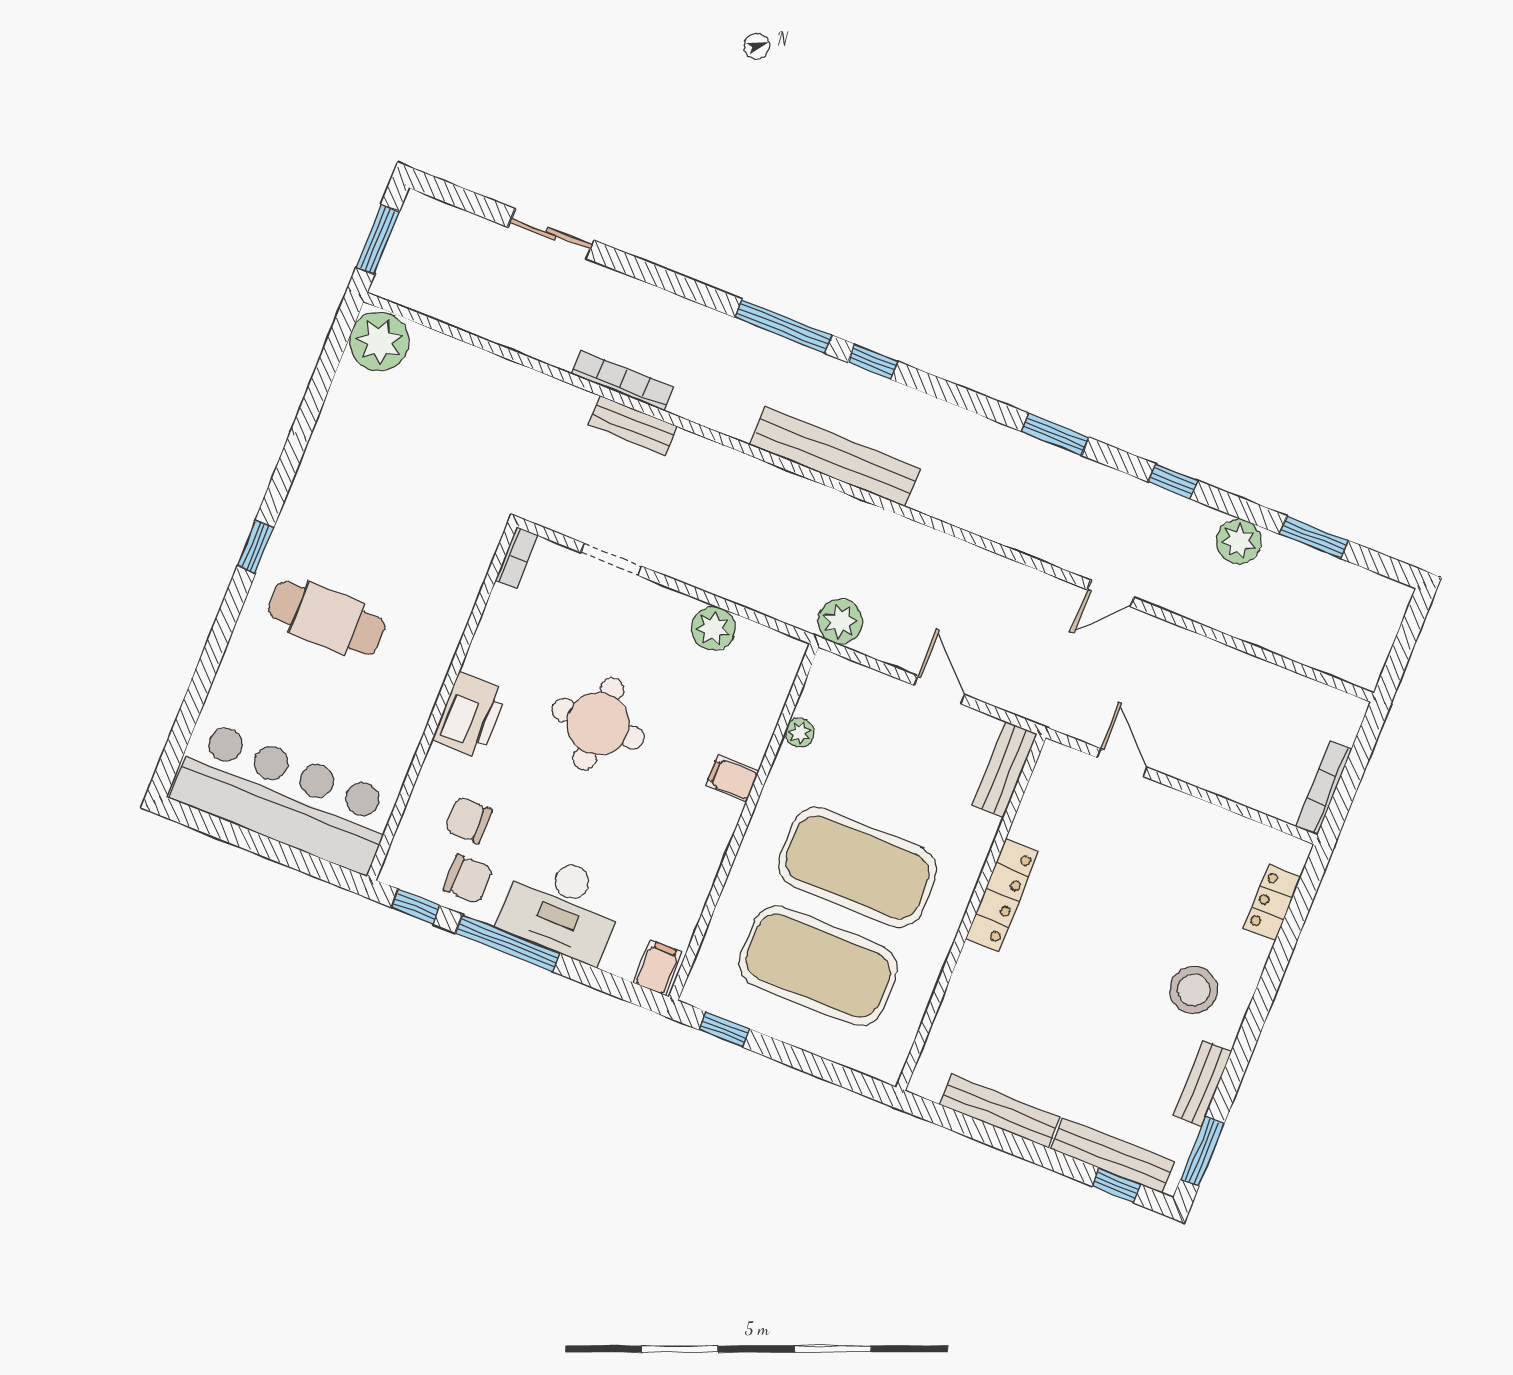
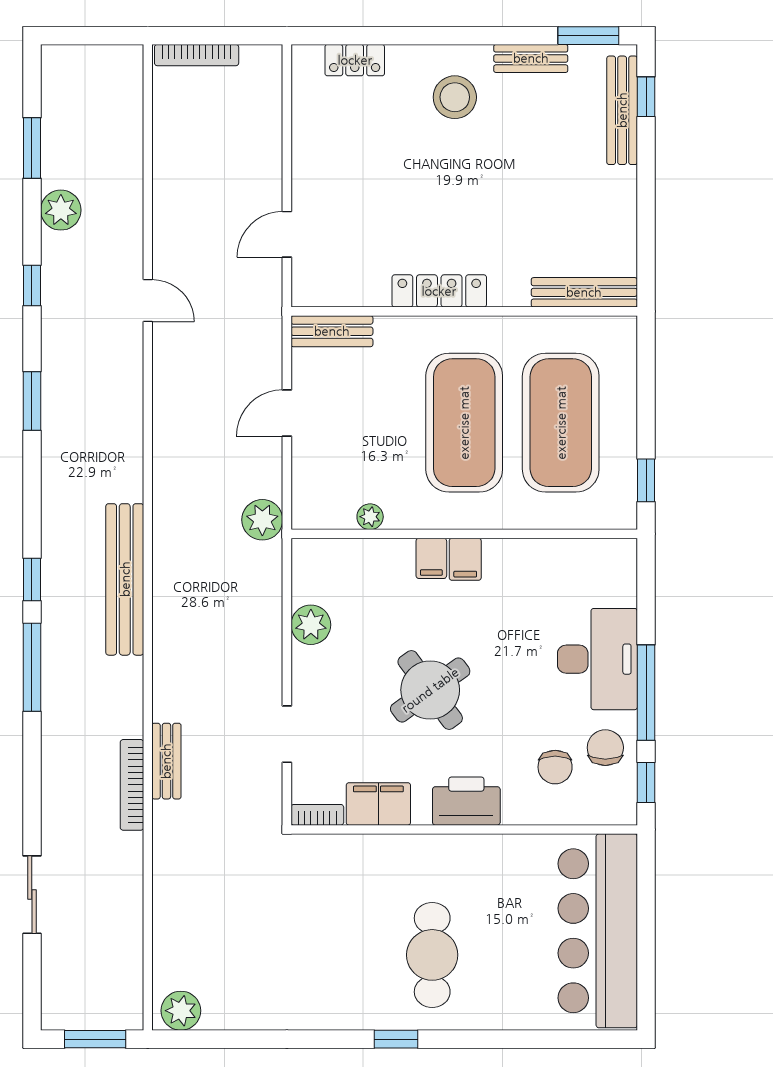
plant: (379, 342) -> (181, 1011), width x0.73, depth x0.73
filing cabinet: (503, 624) -> (378, 804), added
round table: (598, 724) -> (430, 690), turned -36
bookcase: (1324, 788) -> (197, 55), moved
filing cabinet: (658, 968) -> (465, 559), moved, turned -90
bench: (1000, 1111) -> (584, 292), moved, turned 90

